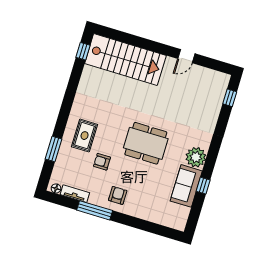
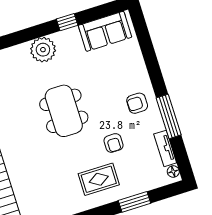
sofa: (186, 186) -> (105, 31), moved

